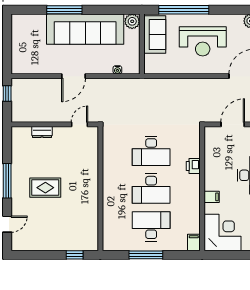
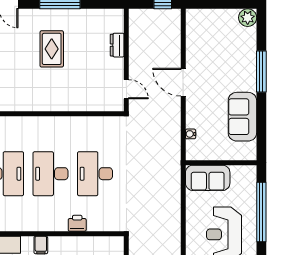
plant: (132, 21) -> (248, 18), moved
sofa: (85, 29) -> (242, 117), width x0.54, depth x0.79
sofa: (155, 35) -> (208, 178), moved

